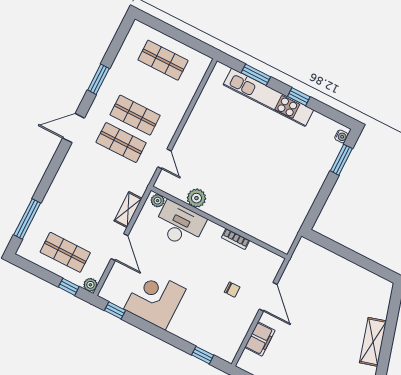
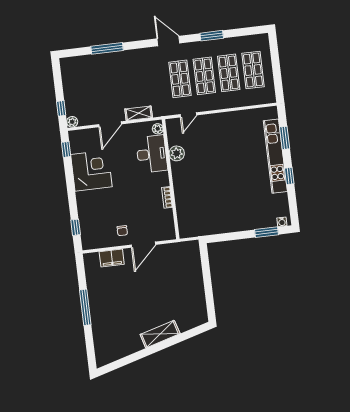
window: (27, 219) -> (107, 48), moved
shop shelf: (65, 252) -> (229, 73), moved
chair: (232, 290) -> (122, 231), moved

